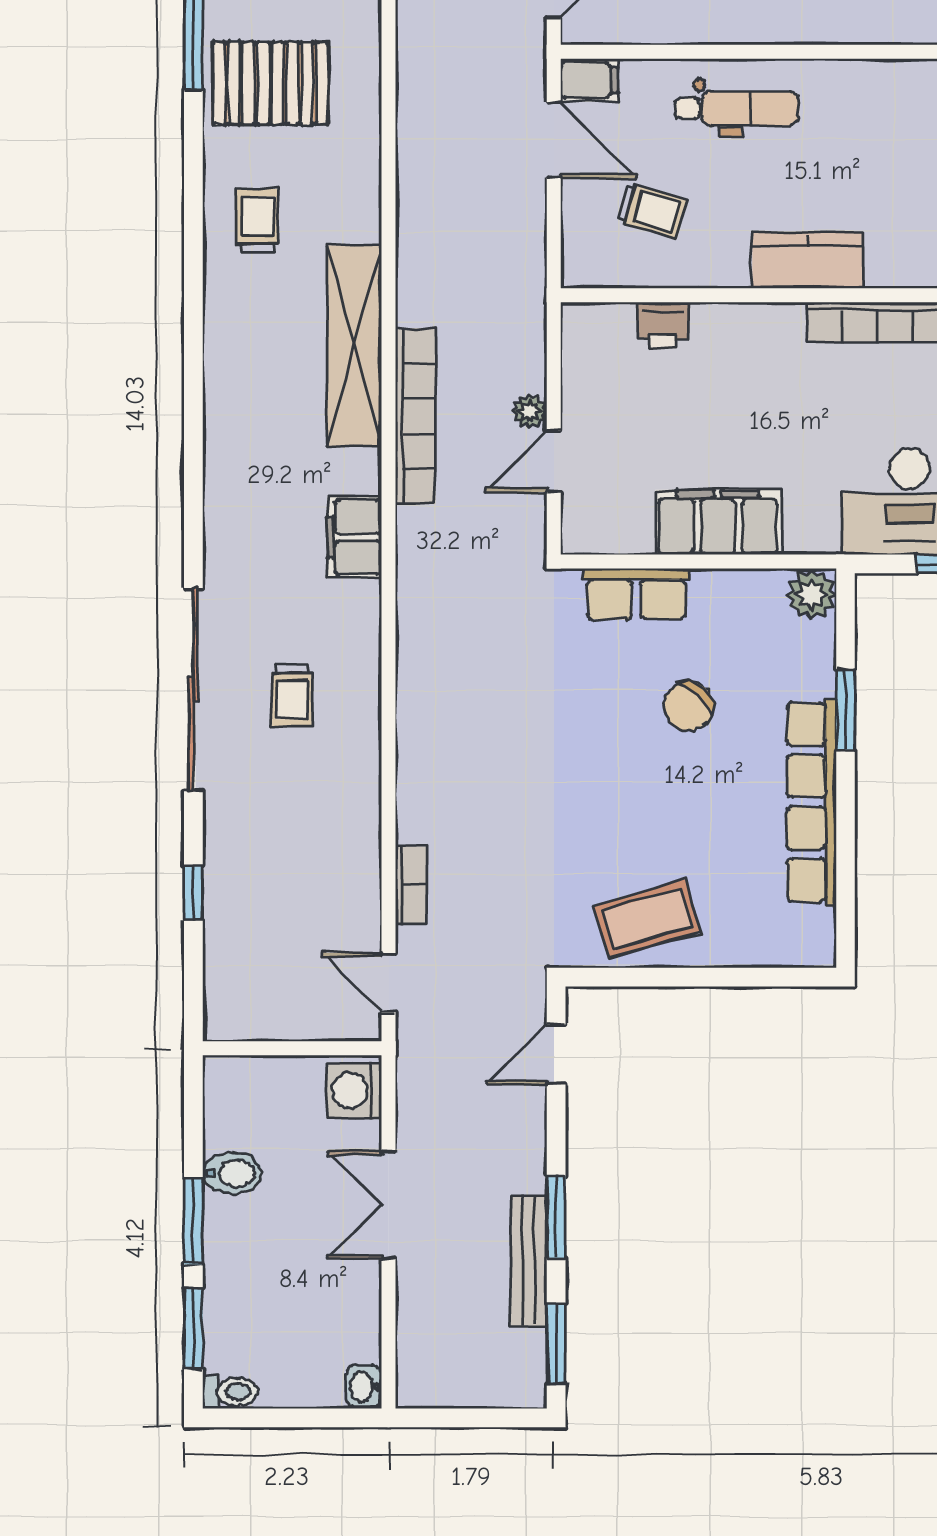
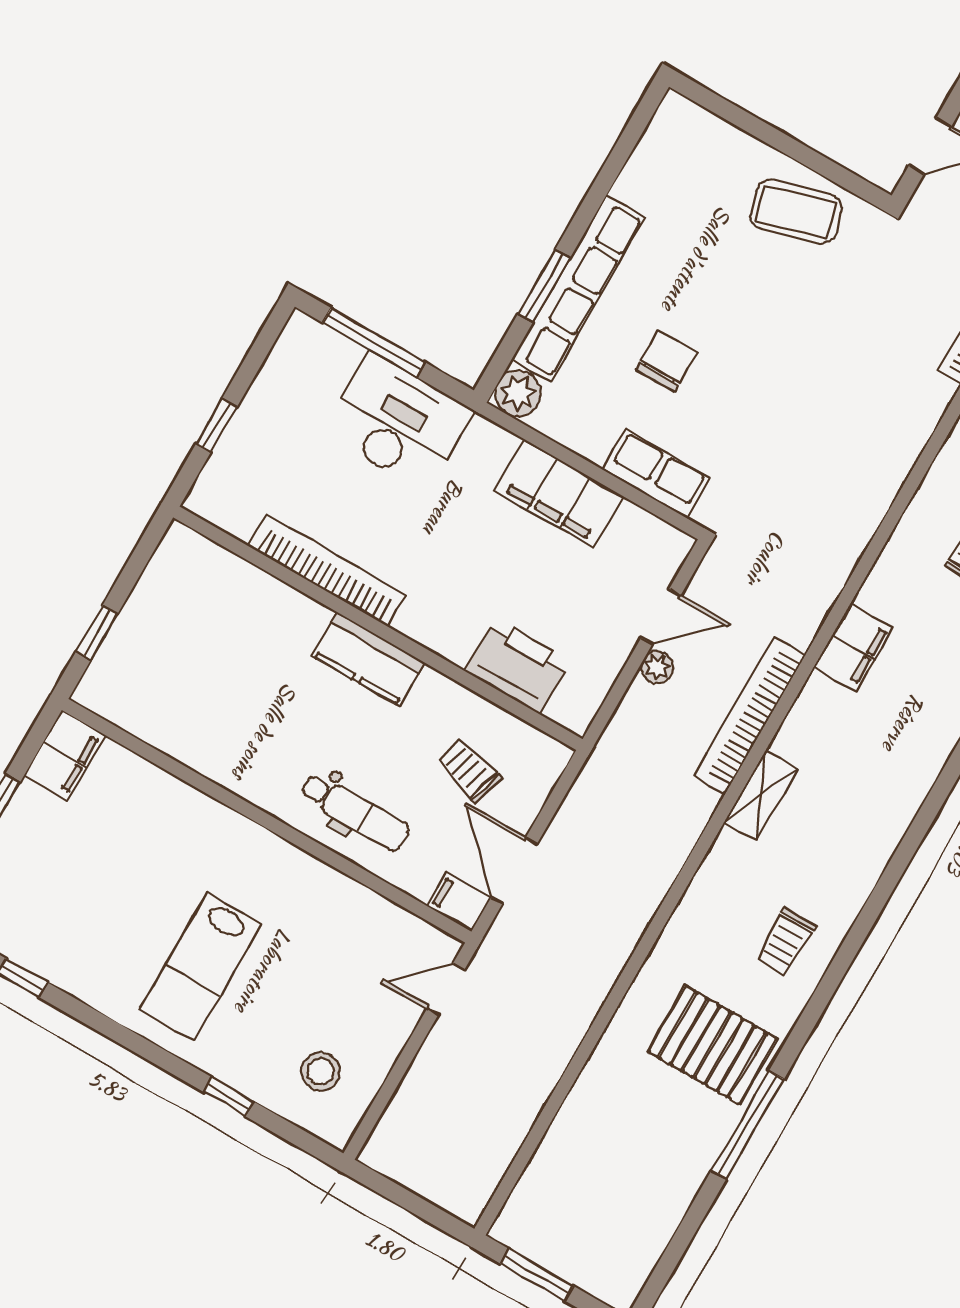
dental chair: (737, 108) -> (355, 812), turned 180
printer: (663, 325) -> (518, 666), width x1.87, depth x1.48
shelving: (354, 346) -> (761, 796), width x0.45, depth x0.75
chair: (688, 706) -> (666, 361), turned -42
row of seats: (812, 802) -> (578, 288), moved

